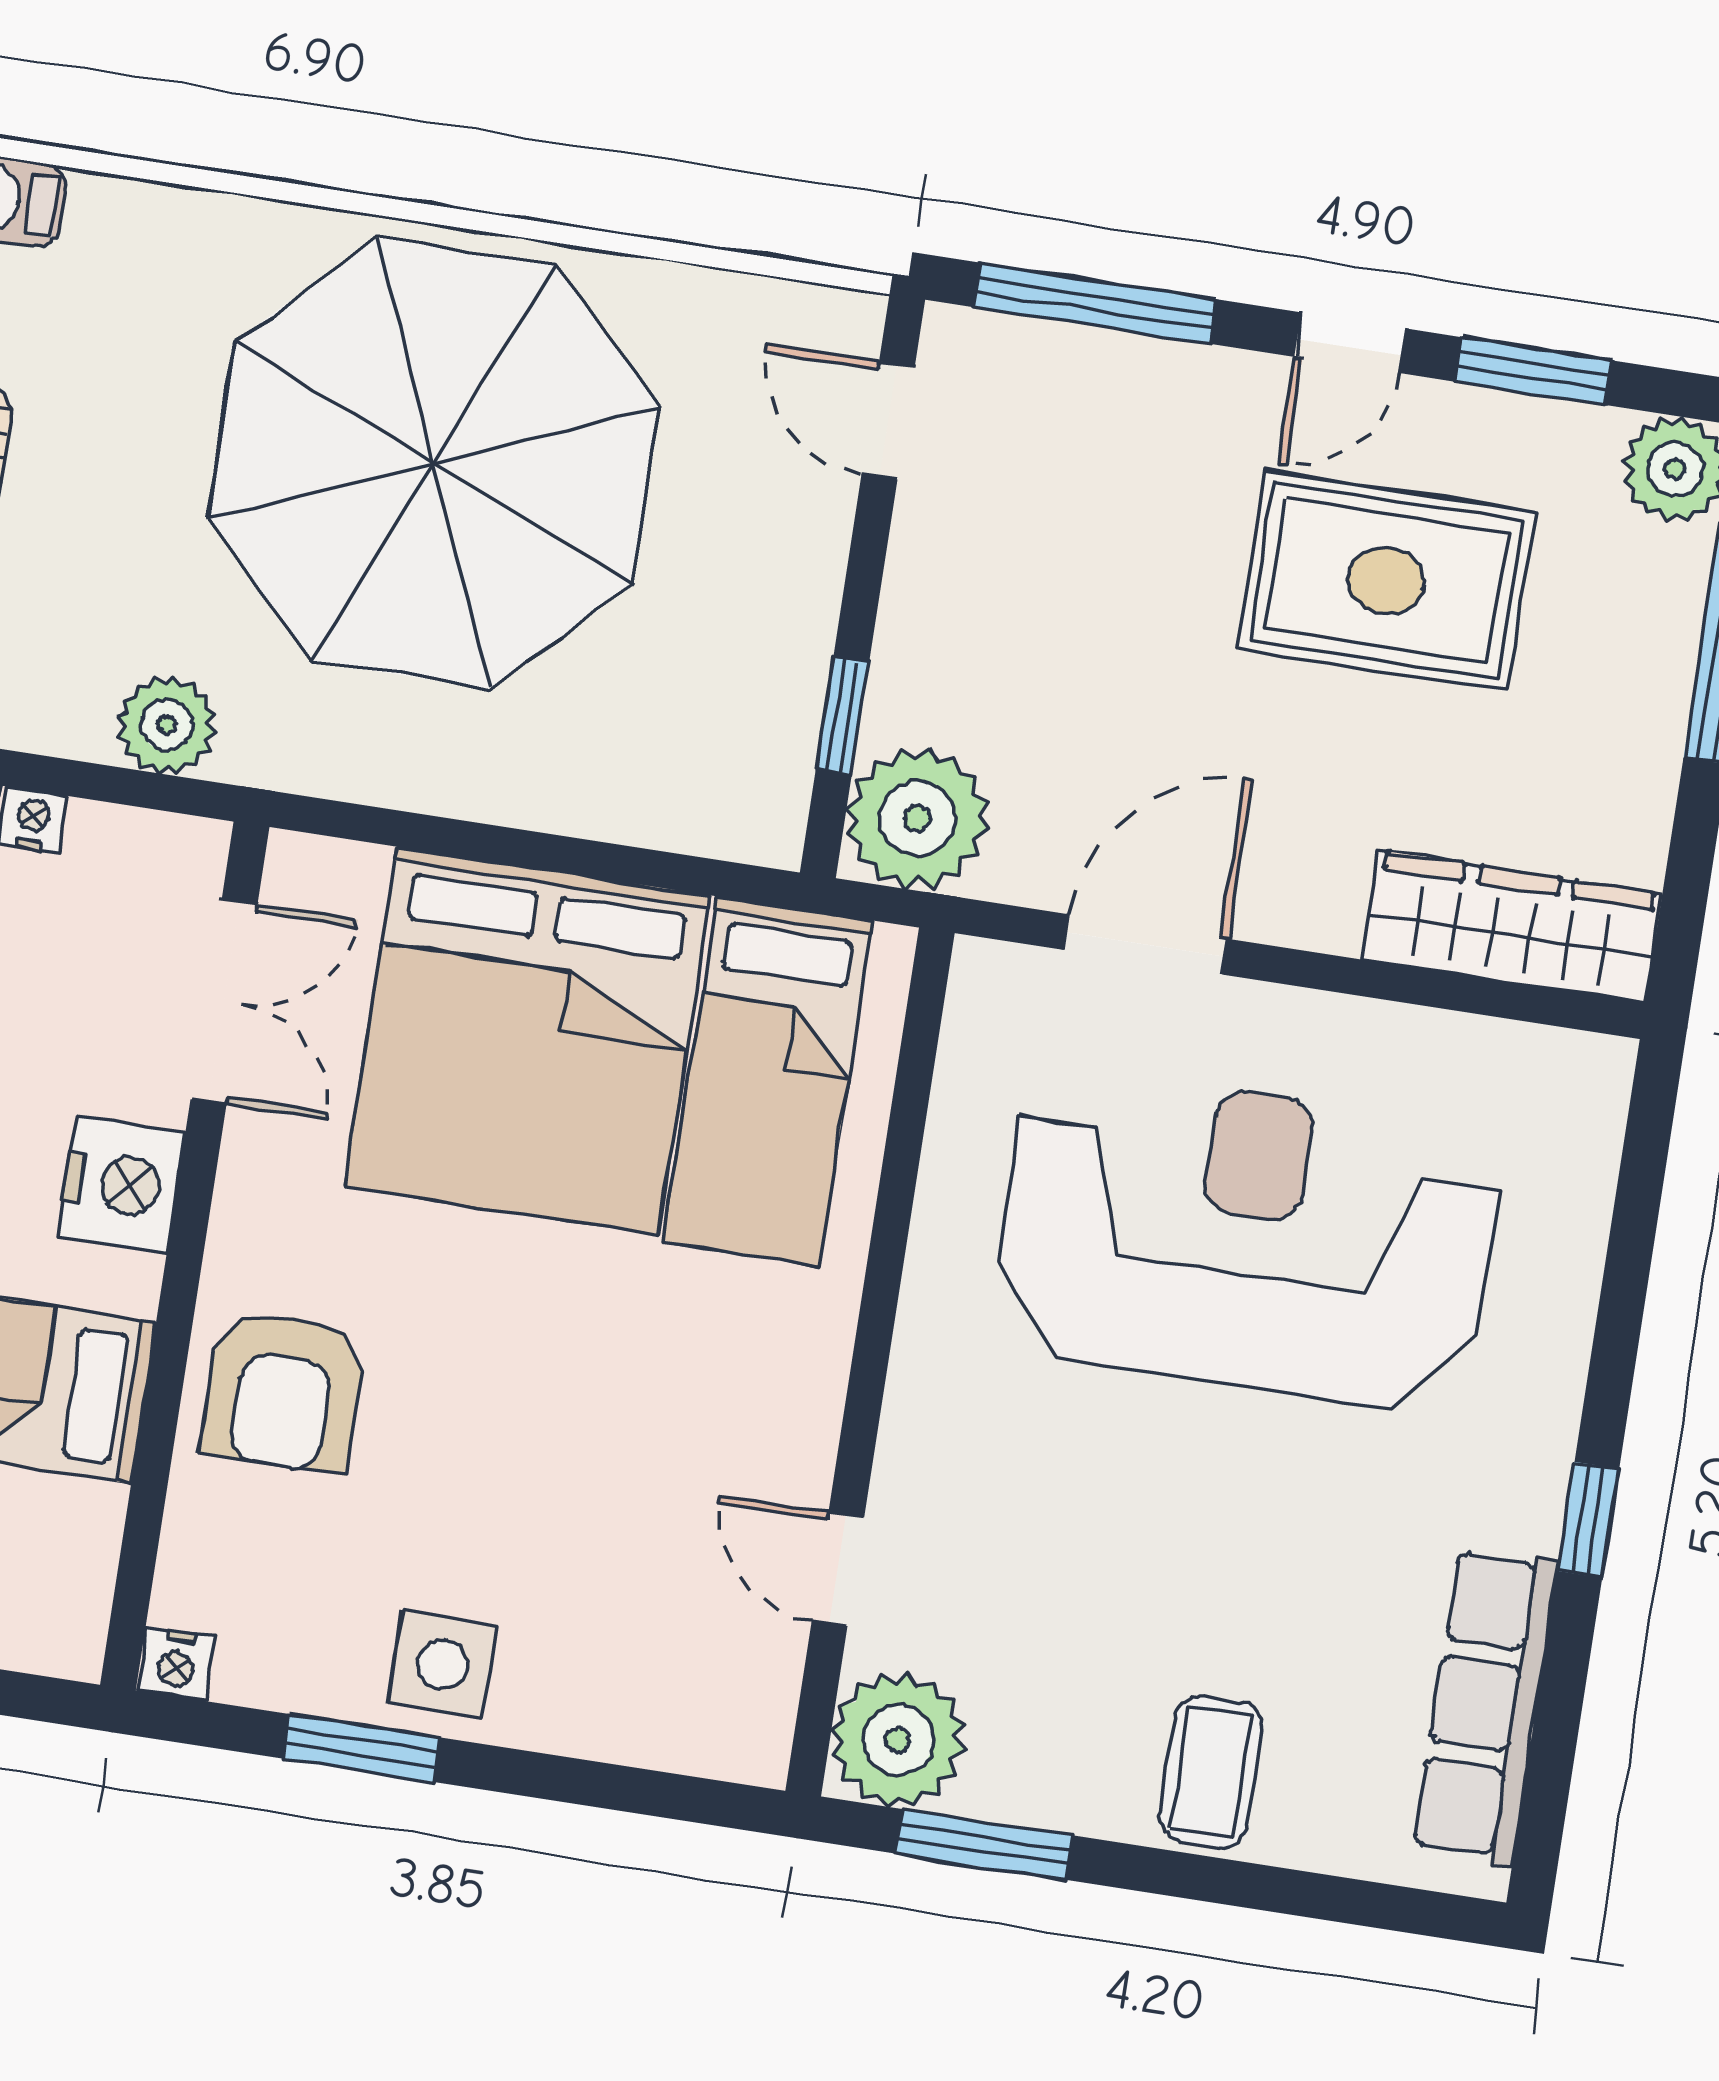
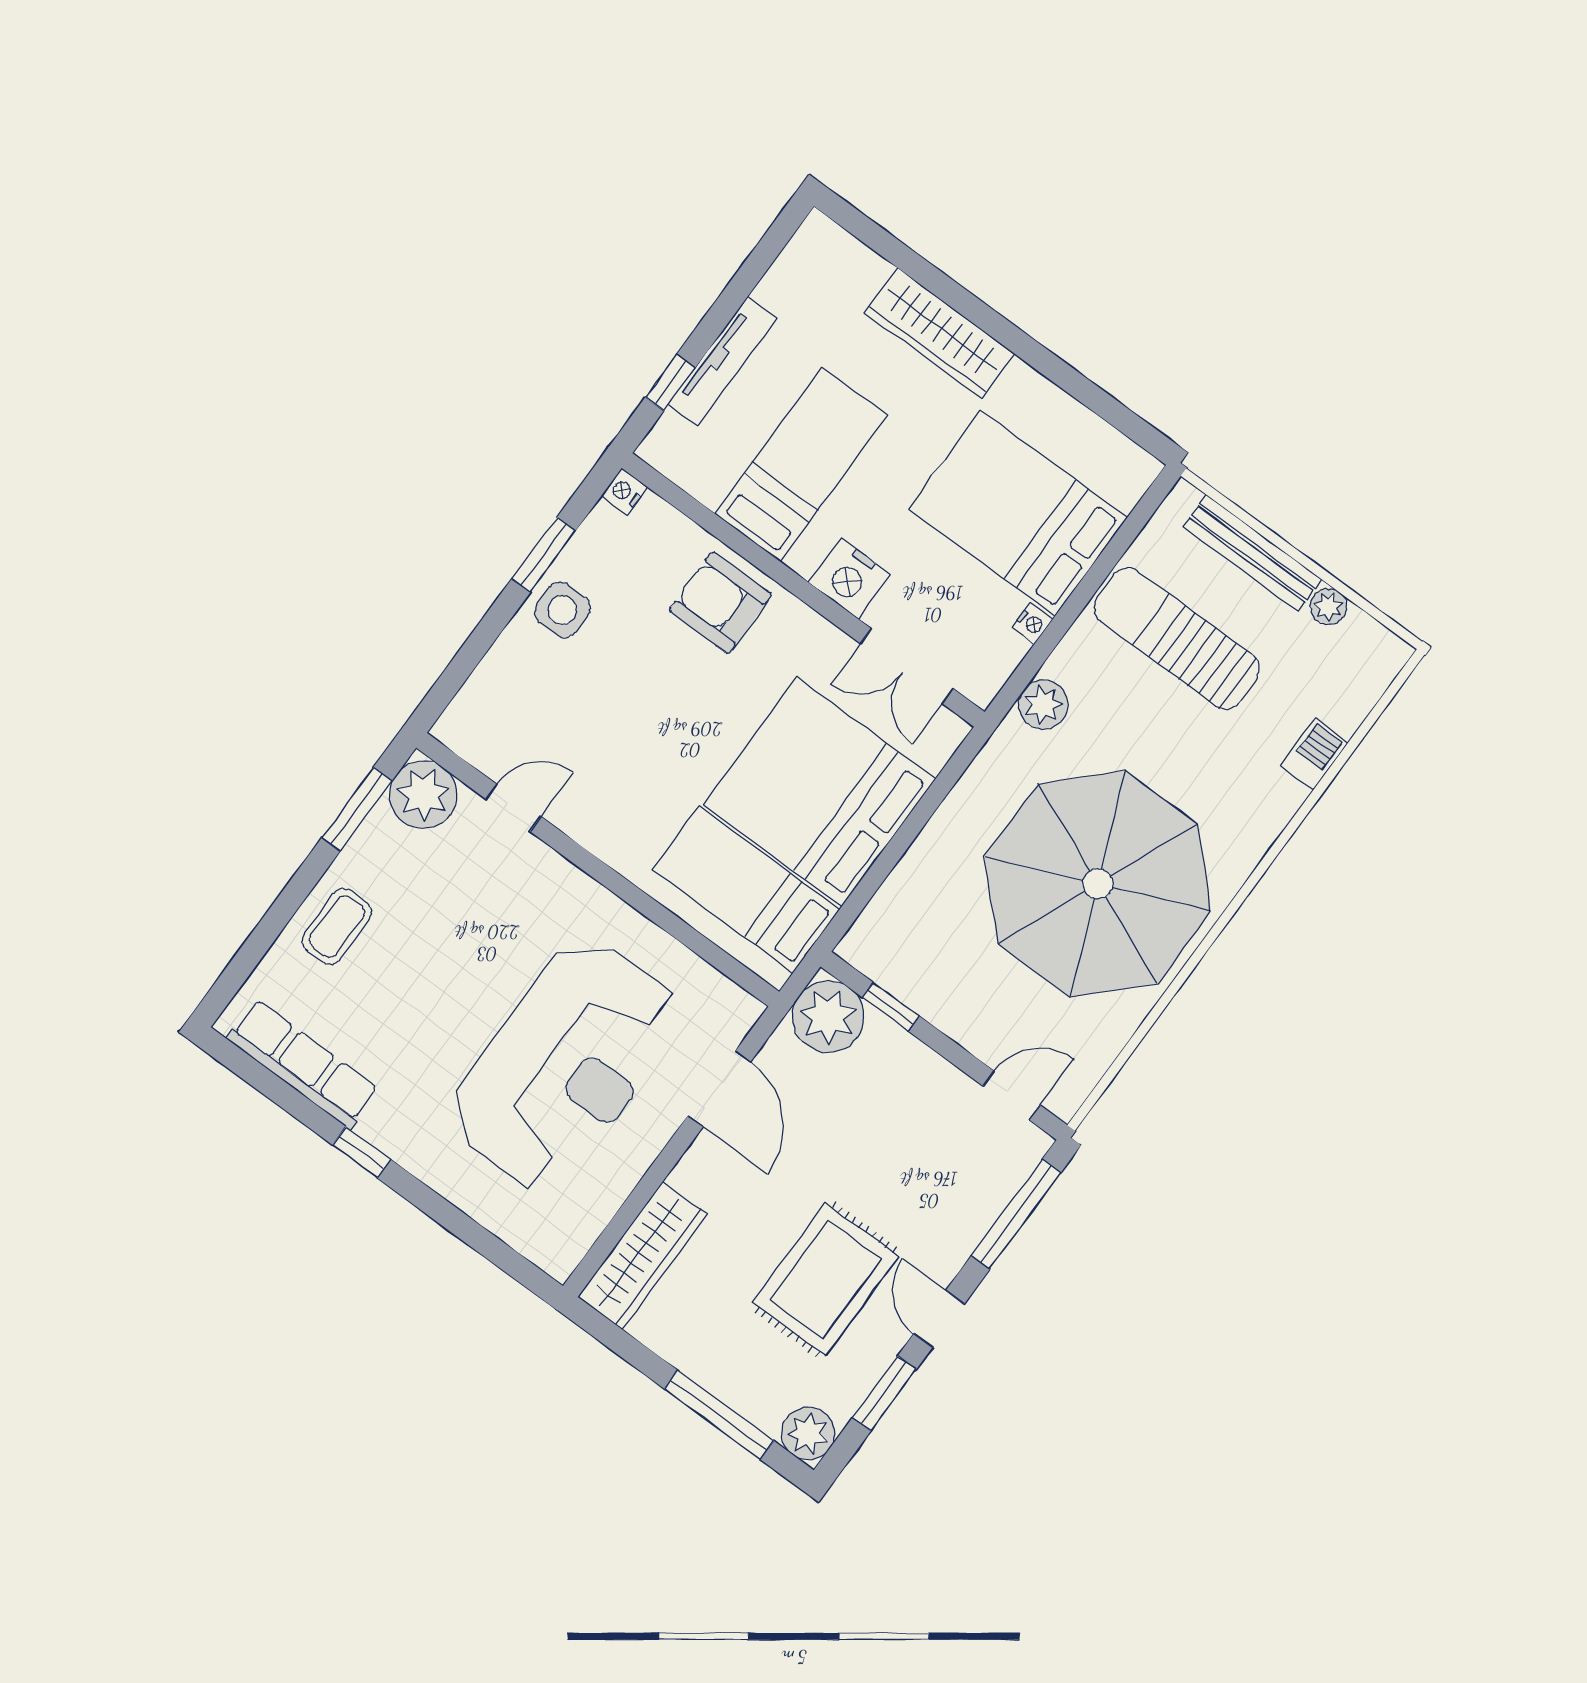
coffee table: (1211, 1772) -> (337, 926), turned 90

